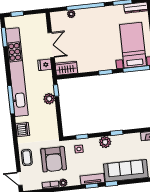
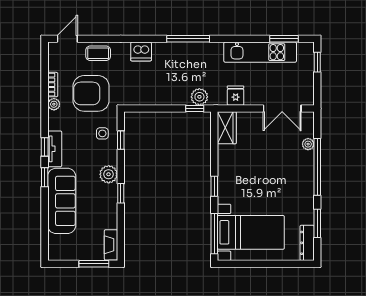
double door: (51, 45) -> (282, 108), moved
kitchen unit: (17, 72) -> (260, 52), width x0.54
plant: (49, 99) -> (199, 97), moved

